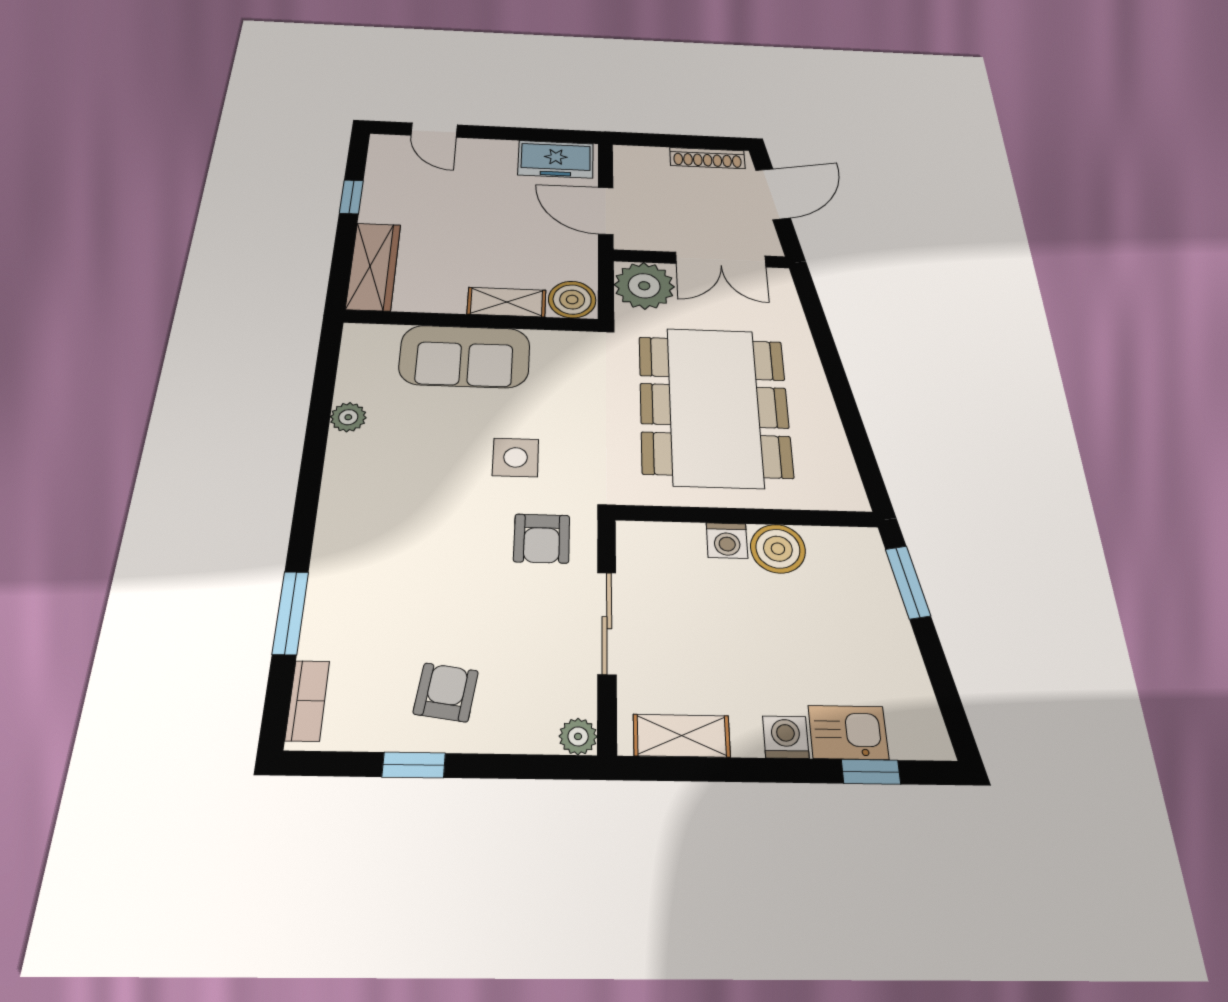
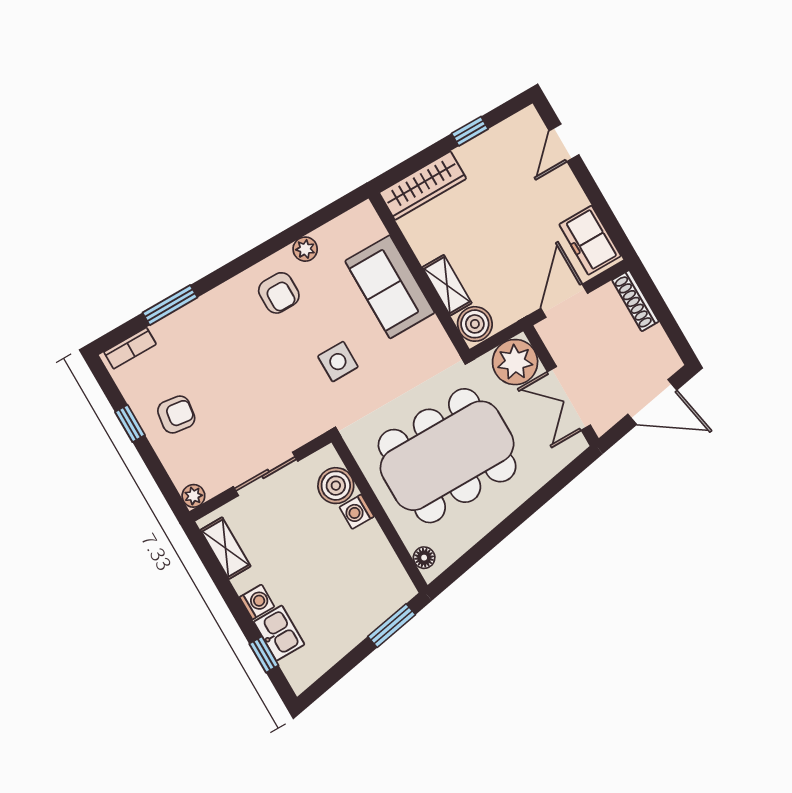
shoe rack: (707, 158) -> (635, 301), moved
floor lamp: (833, 497) -> (424, 558), added
armchair: (542, 538) -> (279, 293), moved, turned -90
boiler: (778, 549) -> (336, 486), moved

